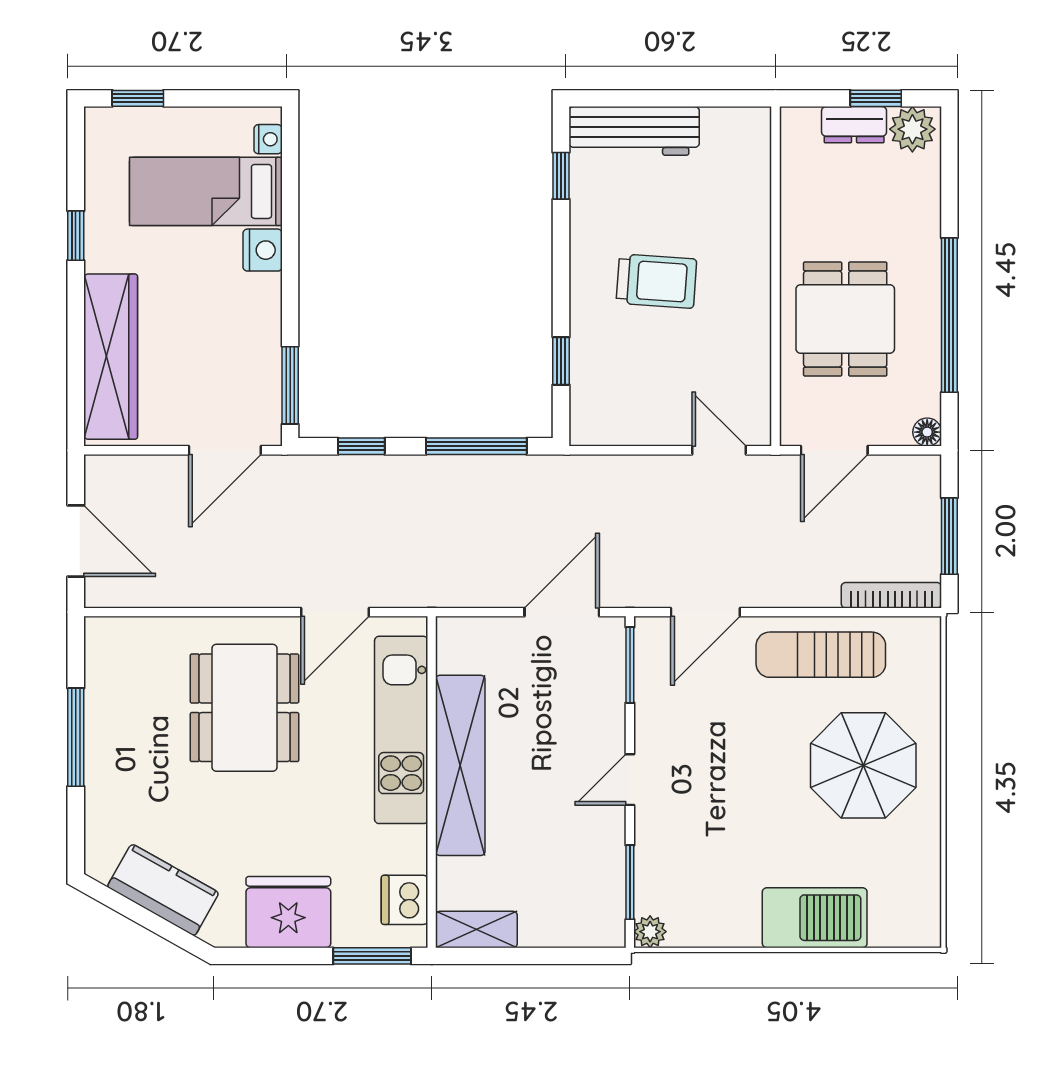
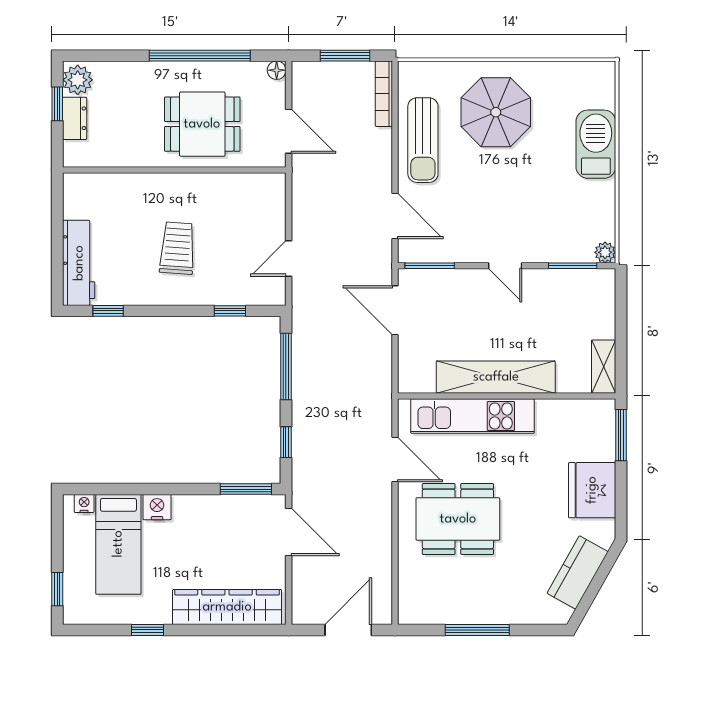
door: (719, 450) -> (289, 258), moved
dishwasher: (405, 900) -> (584, 414), removed

